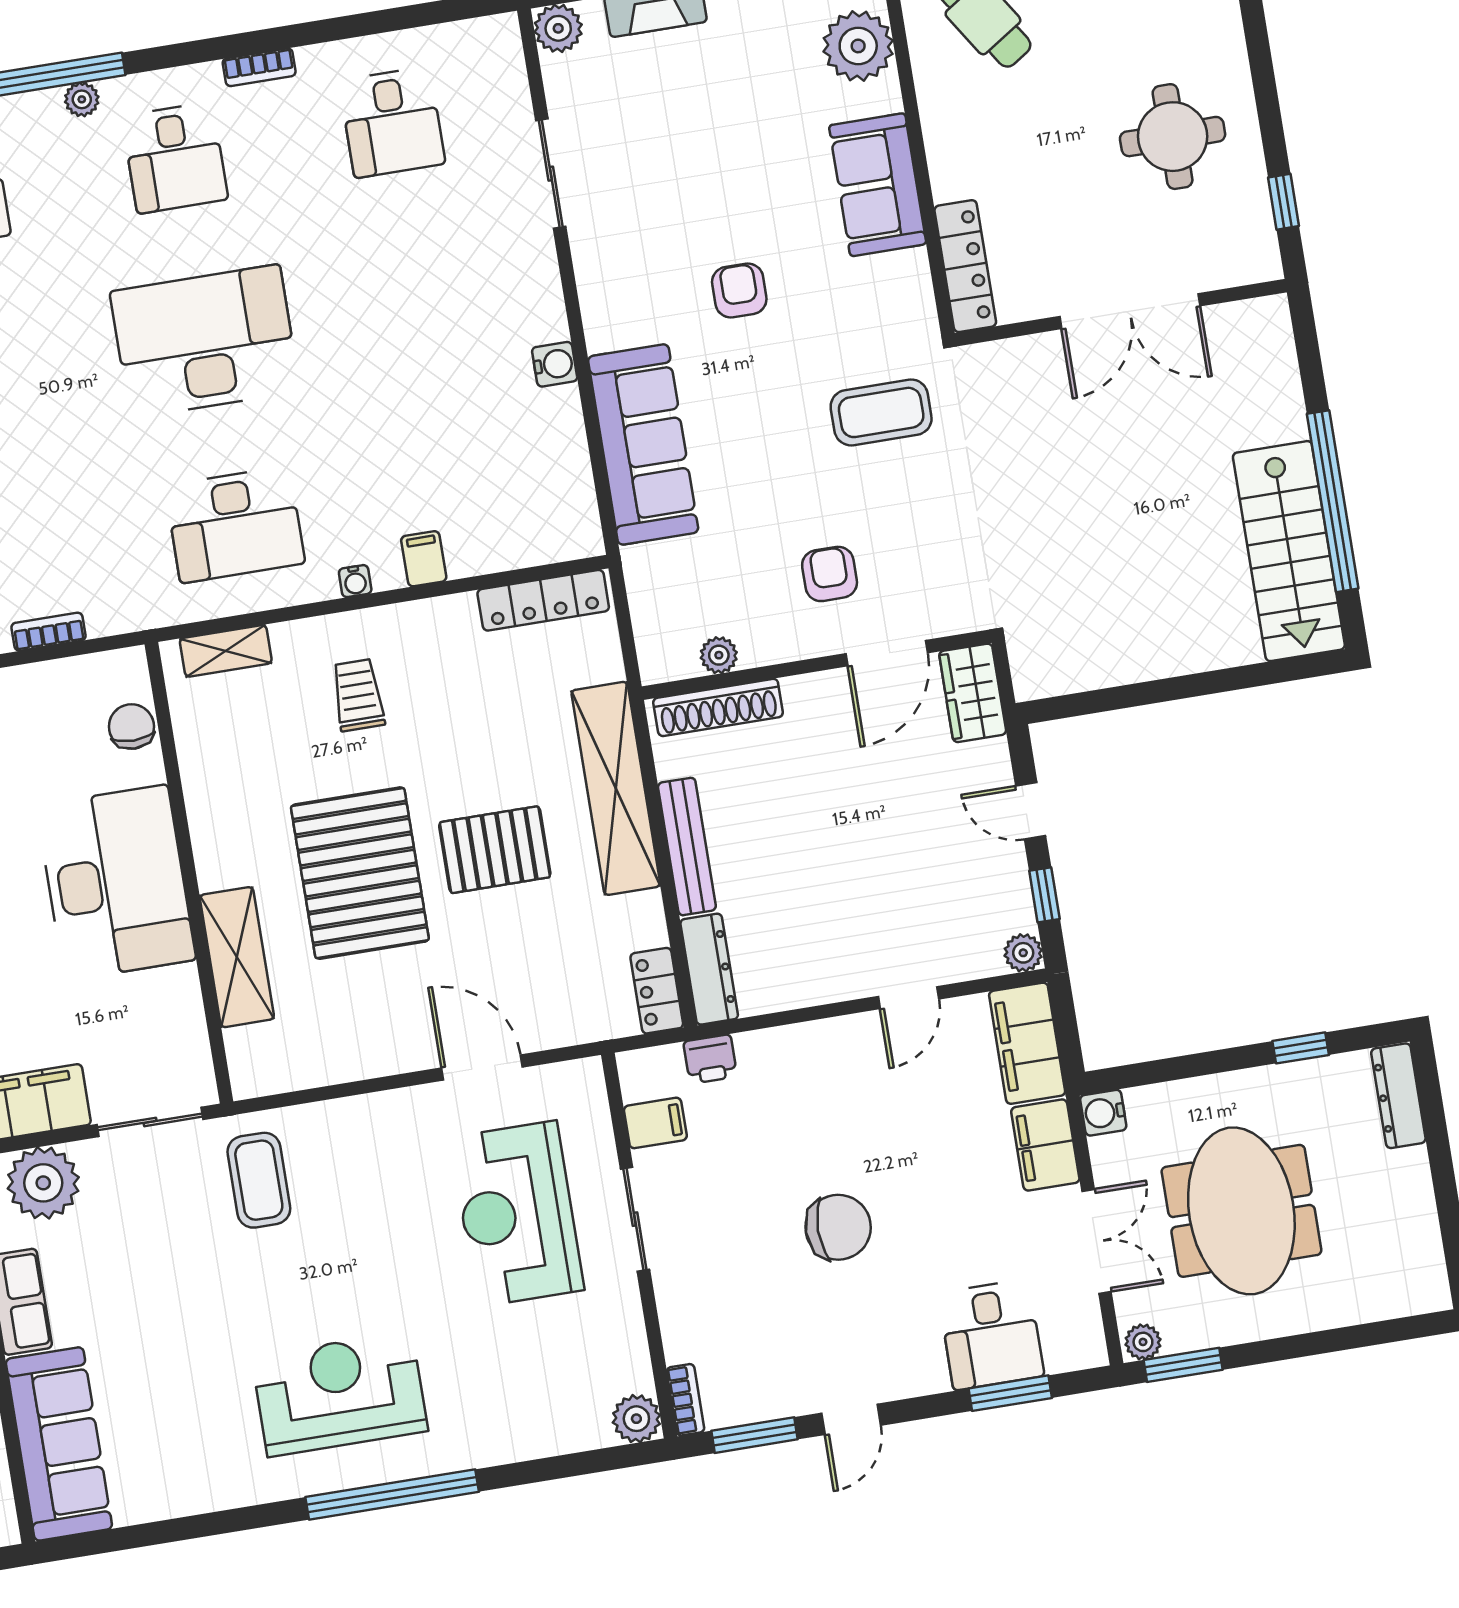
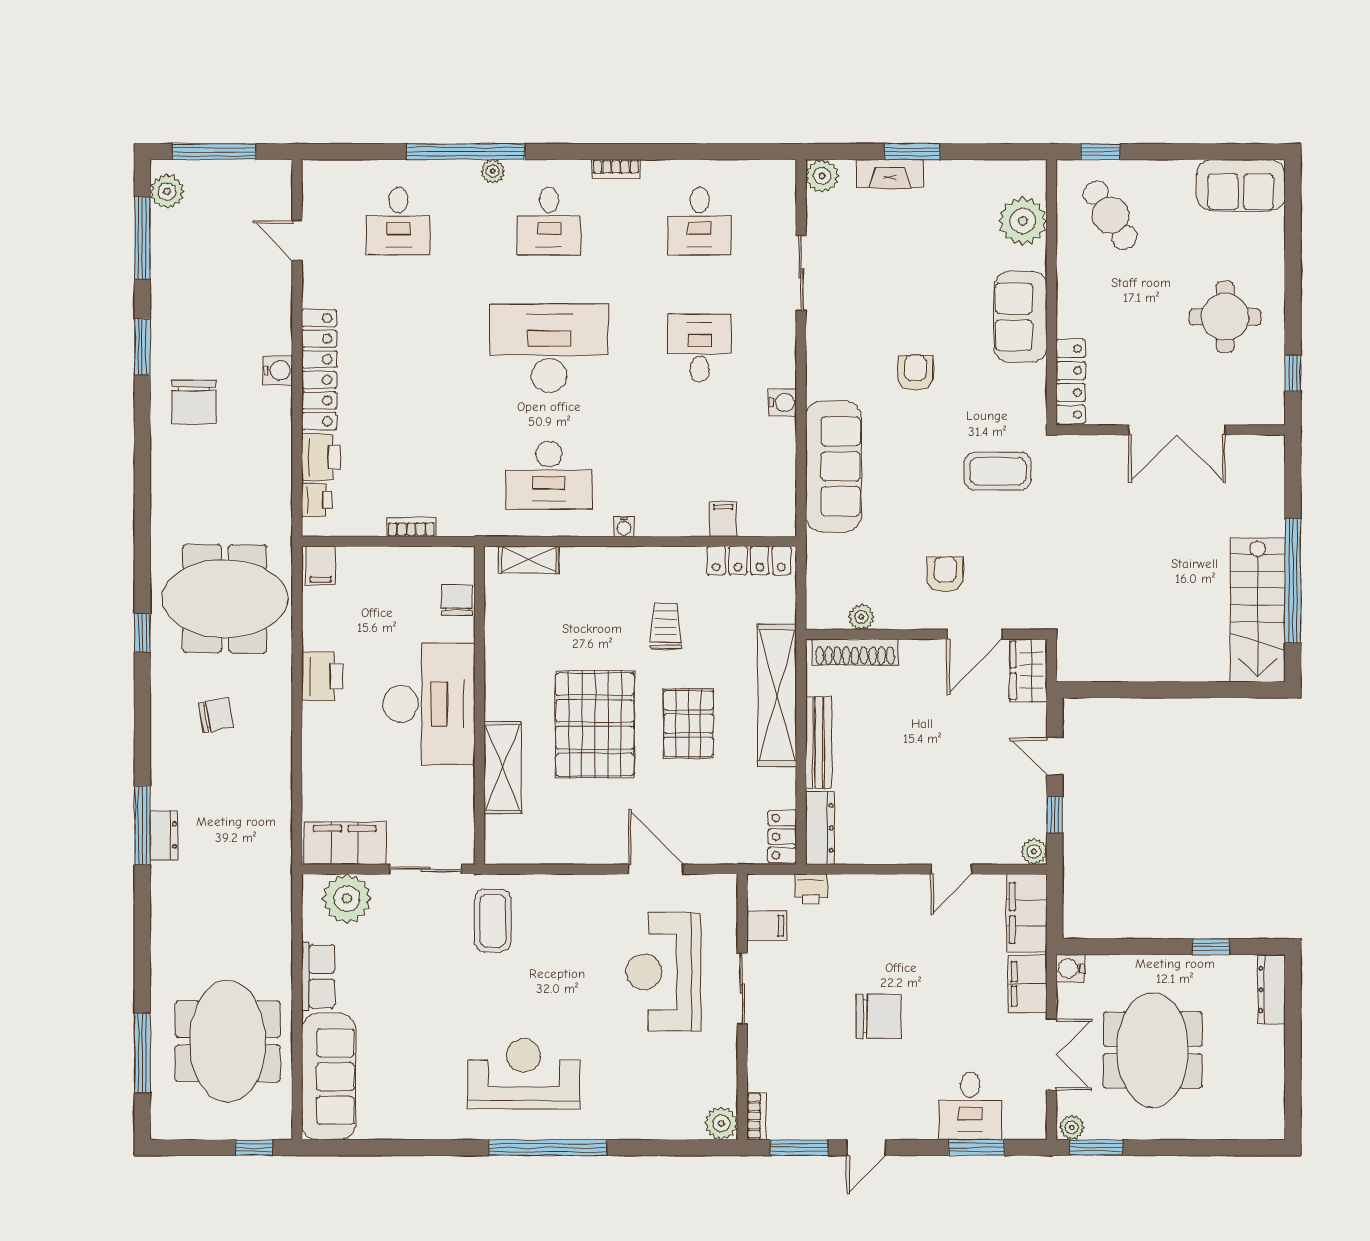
desk: (422, 306) -> (700, 348), added
filing cabinet: (424, 559) -> (723, 519), moved
trolley: (358, 695) -> (666, 626), moved
pallet: (495, 850) -> (689, 724), turned 90

